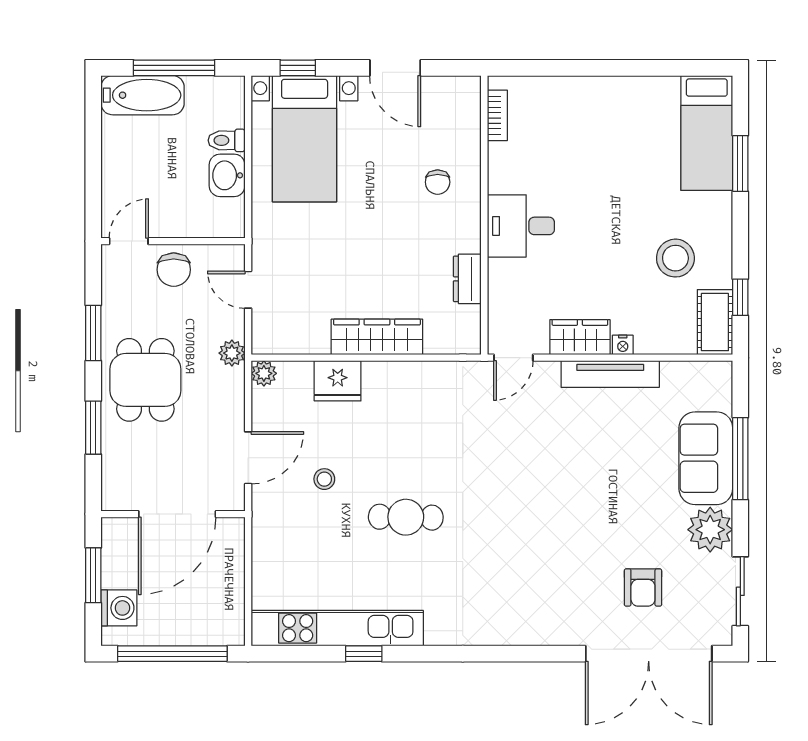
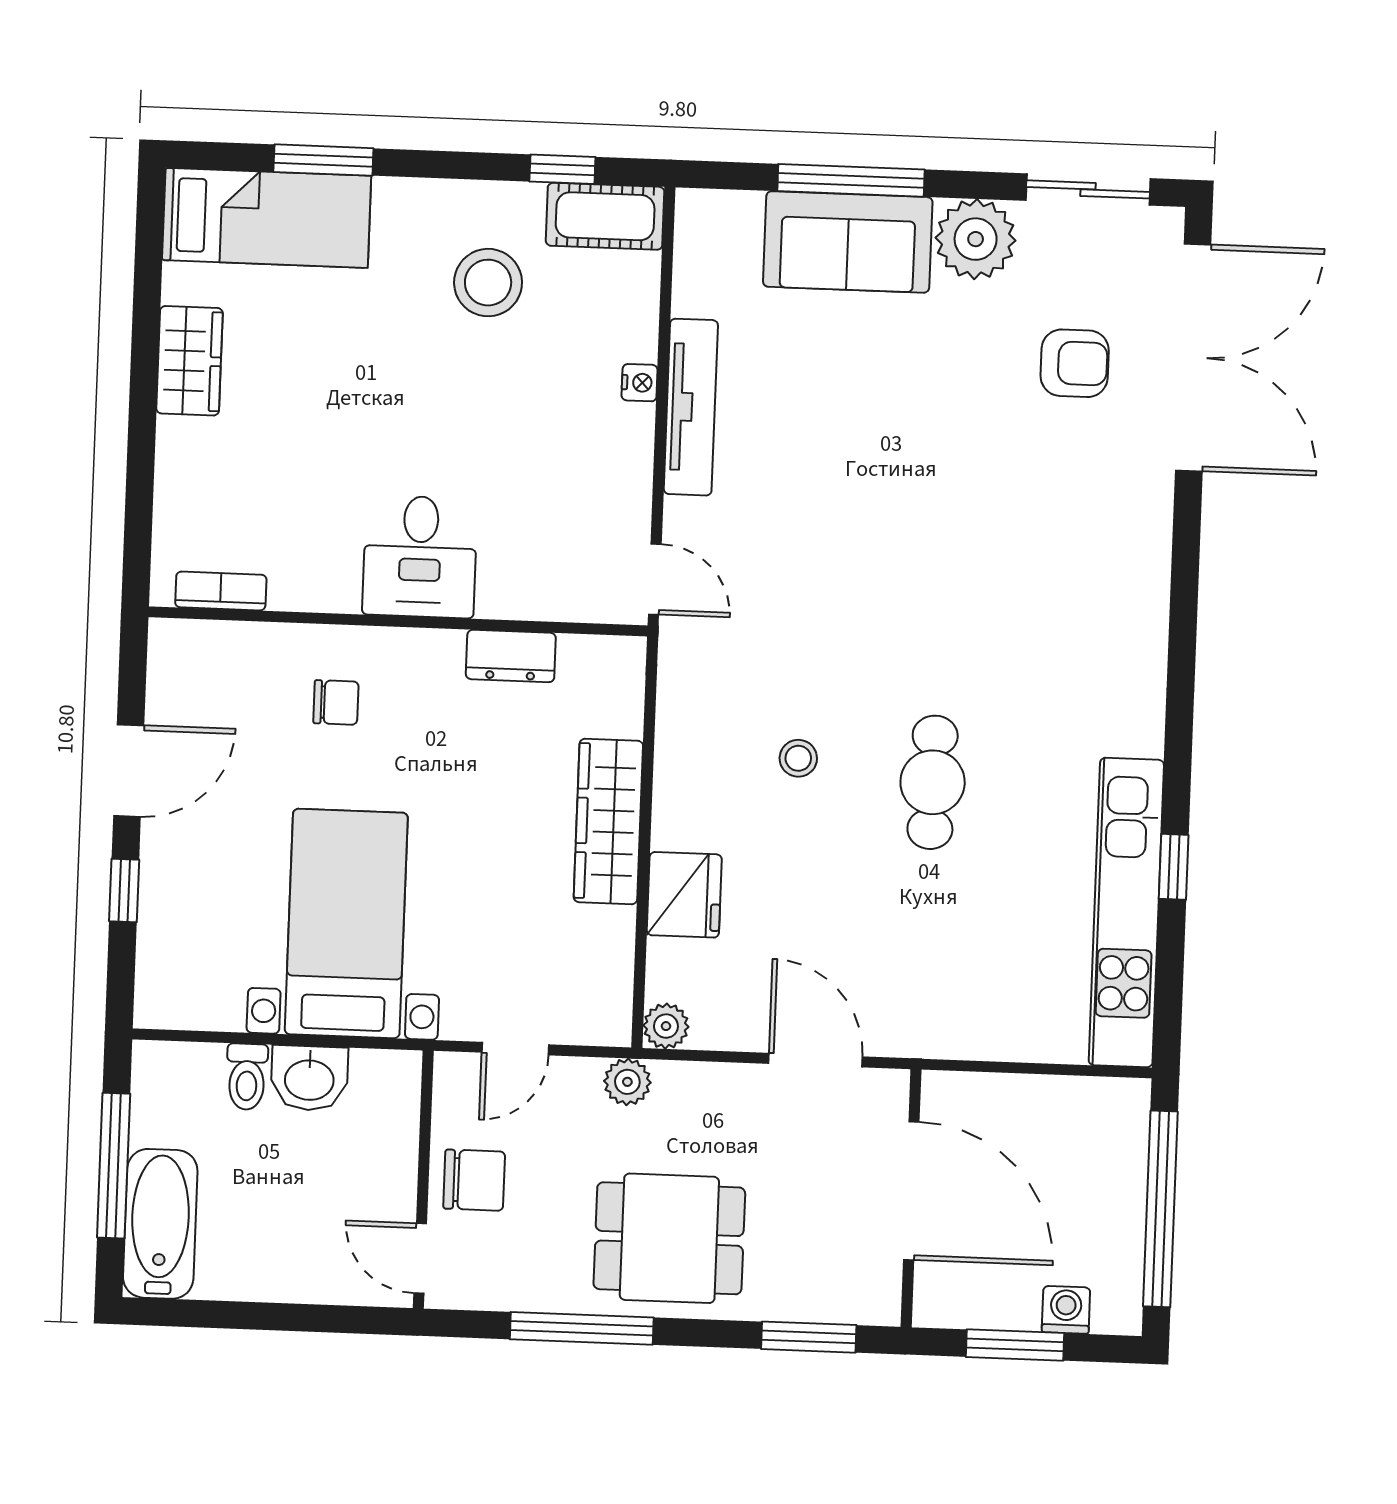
window: (298, 68) -> (124, 890), moved
bed with nightstands: (305, 139) -> (346, 924), moved, turned -90
window: (93, 333) -> (582, 1328), width x1.44
wardrobe: (580, 337) -> (189, 361), moved, turned 180
window: (93, 428) -> (809, 1337), moved
stool: (324, 479) -> (798, 758), moved
washing machine: (119, 608) -> (1066, 1310), width x0.73, depth x0.73

